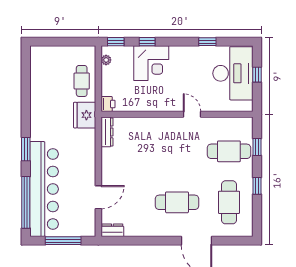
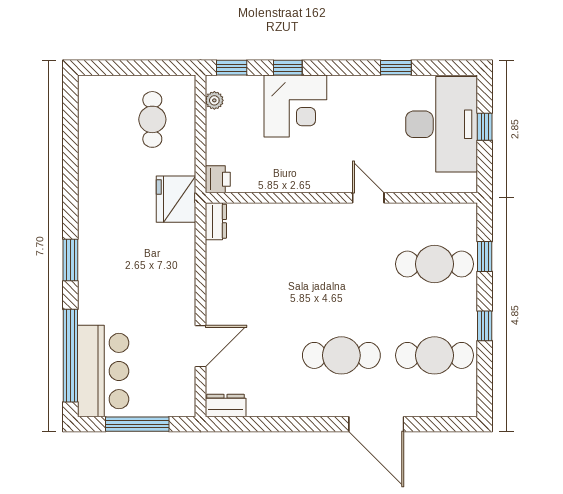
cafe table: (82, 81) -> (152, 119), moved
dresser: (107, 132) -> (216, 221), width x0.70
bar counter: (44, 189) -> (103, 371), width x0.54
cafe table: (229, 202) -> (435, 355), turned 90

